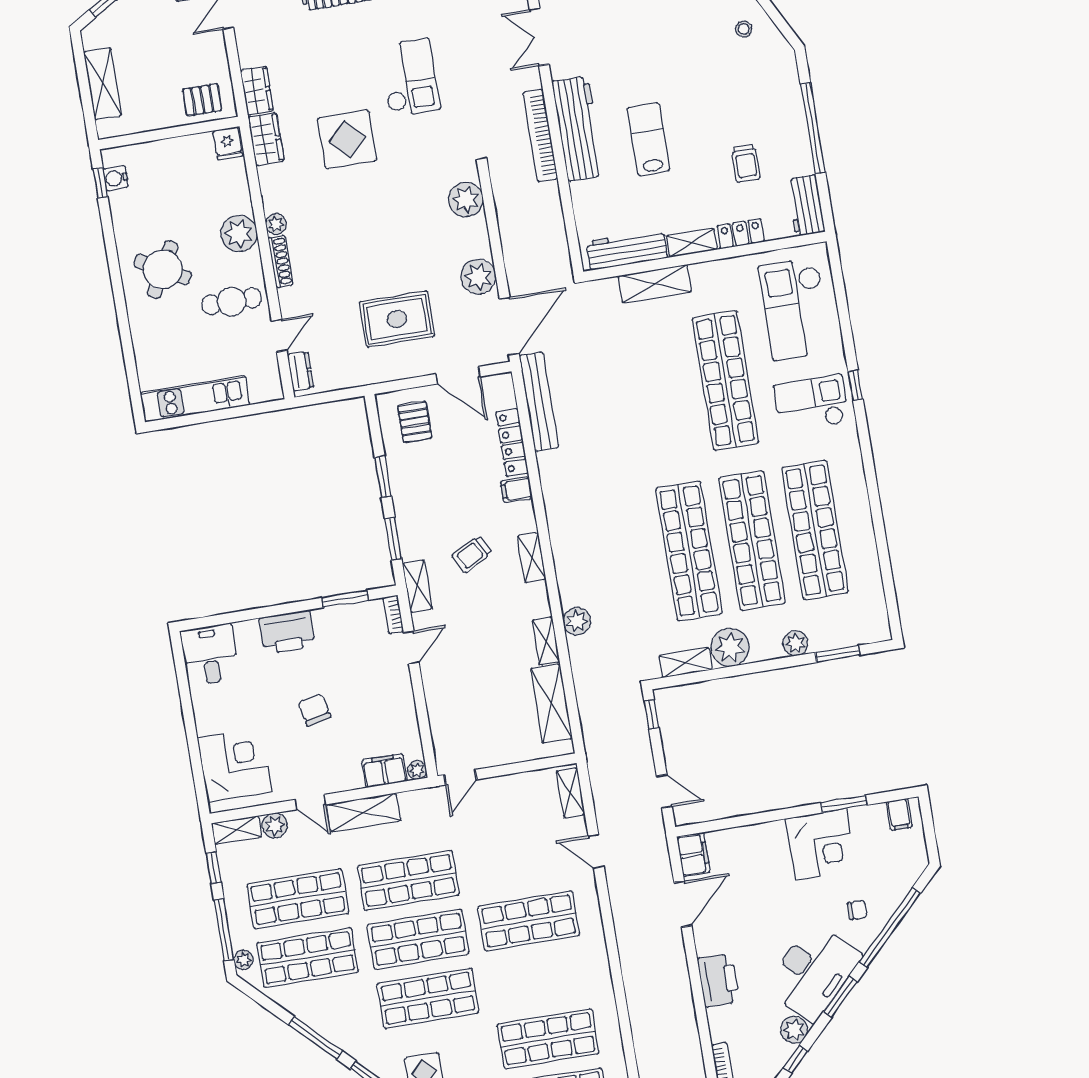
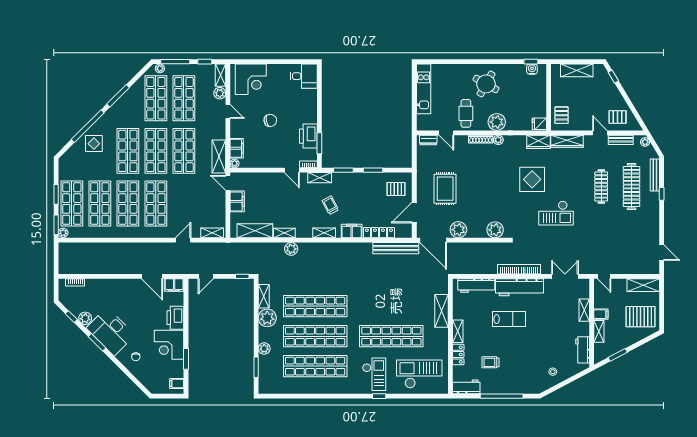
wardrobe: (257, 91) -> (567, 141), width x1.50
workbench: (627, 250) -> (476, 285), moved, turned 90
filing cabinet: (517, 490) -> (352, 231), width x2.00
printer: (287, 632) -> (308, 136), moved
filing cabinet: (496, 751) -> (237, 201), added
door: (310, 802) -> (228, 111), swing flipped
shelving: (364, 812) -> (219, 156), moved
window: (890, 928) -> (125, 370), removed
shop shelf: (538, 980) -> (128, 204), added
printer: (718, 980) -> (175, 318), moved, turned 90

